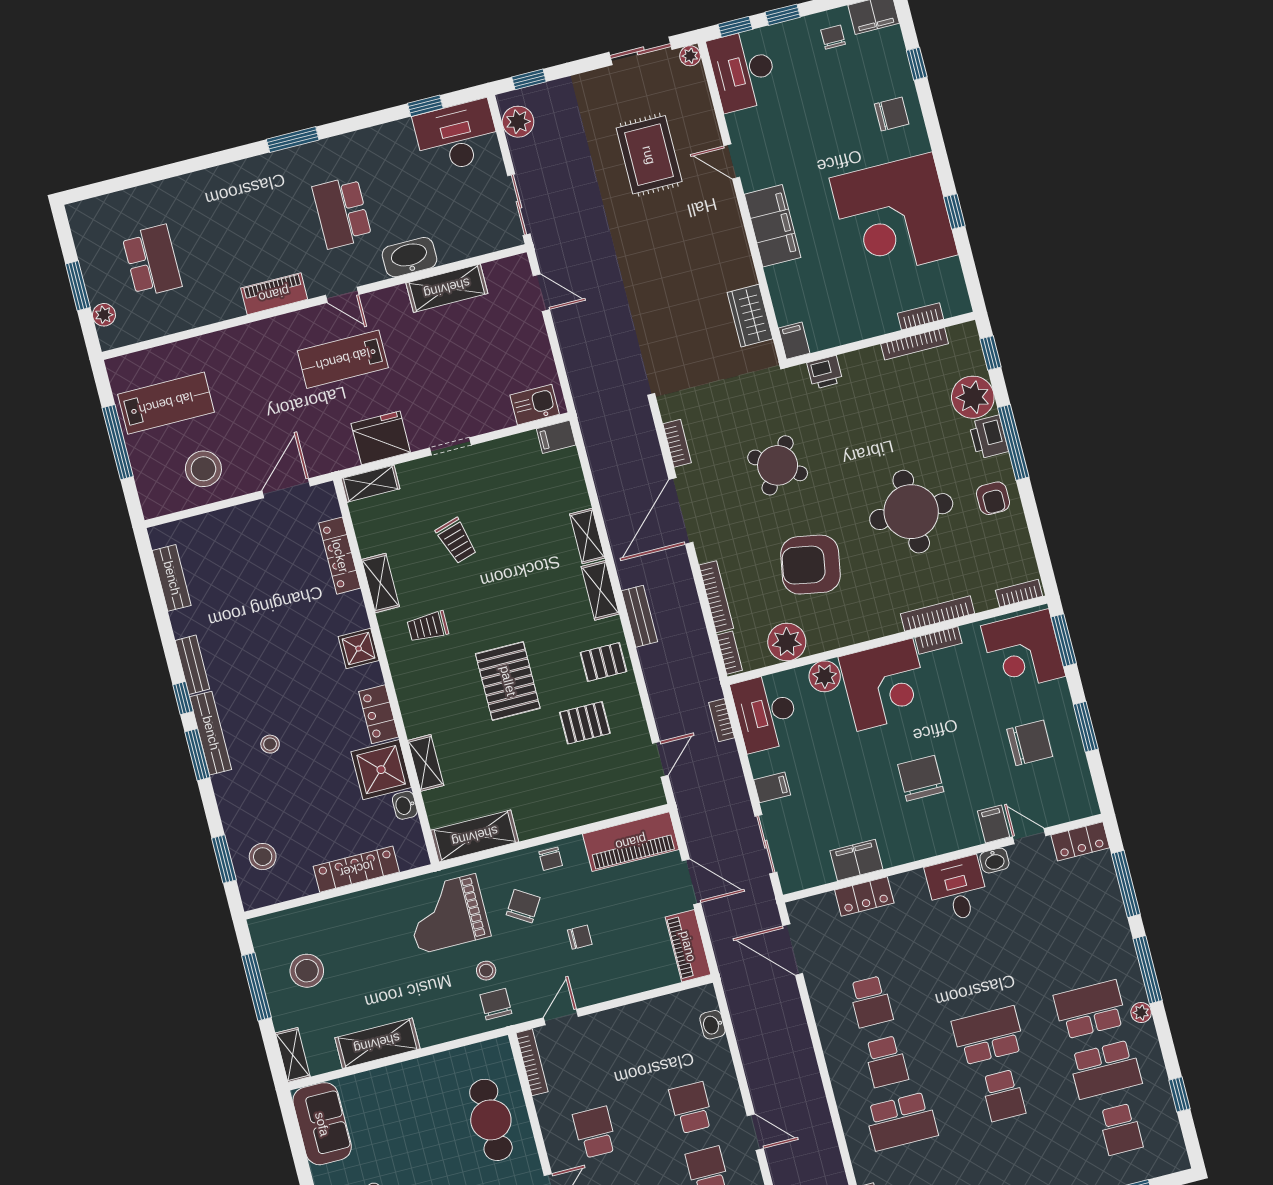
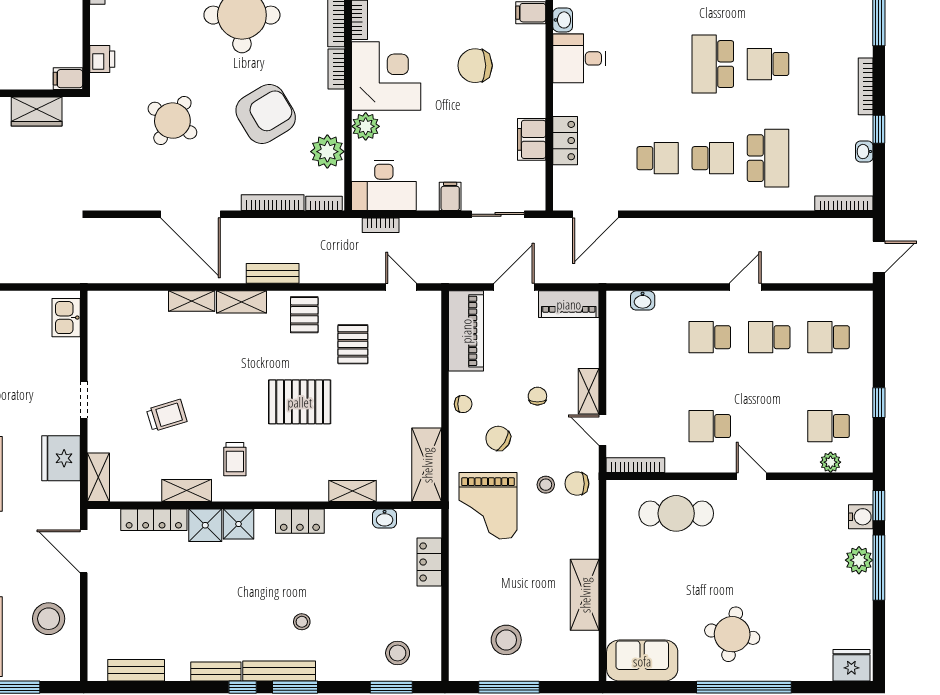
filing cabinet: (556, 437) -> (99, 306), removed
bookcase: (677, 443) -> (336, 69), moved, turned -90
armchair: (810, 565) -> (266, 114), turned -131
shower: (381, 770) -> (205, 525), moved, width x0.73, depth x0.73
locker: (356, 869) -> (429, 562), width x0.66
shelving: (293, 1055) -> (589, 391), moved, turned 90
school desk: (1003, 1095) -> (768, 64), turned 180

